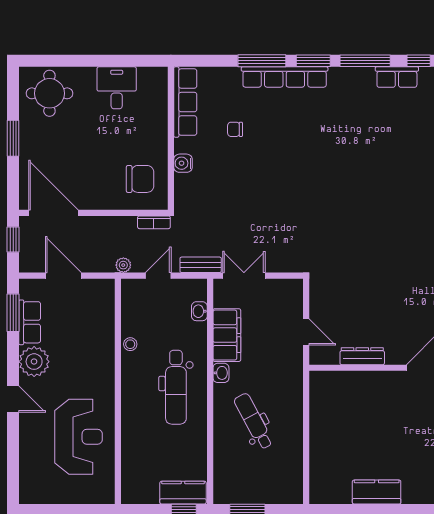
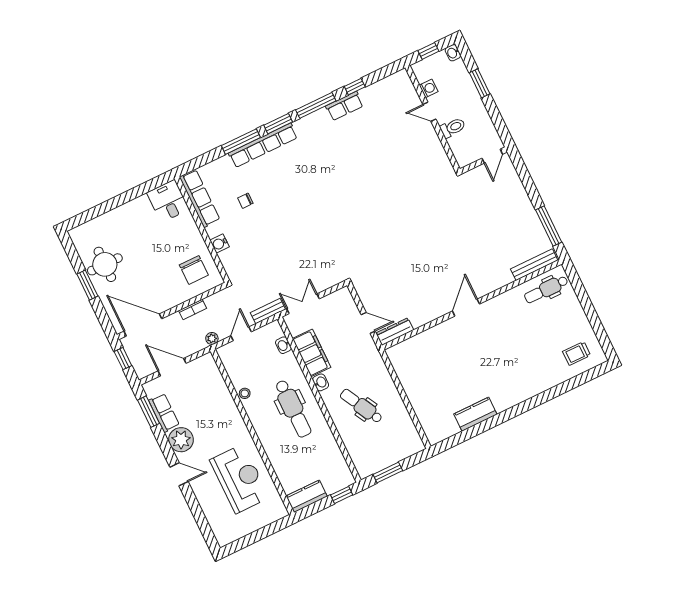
desk: (117, 88) -> (168, 201), moved
round table: (49, 93) -> (105, 264), moved
chair: (140, 179) -> (194, 270), turned 90
bookcase: (154, 222) -> (193, 309), moved
dresser: (362, 356) -> (395, 332), moved
kitchen counter: (183, 493) -> (307, 496), moved

